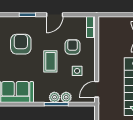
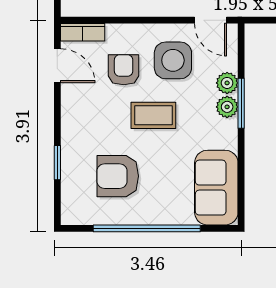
door: (55, 15) -> (57, 66), moved
armchair: (73, 47) -> (124, 70), turned 90
side table: (77, 71) -> (173, 60), width x1.87, depth x1.87

